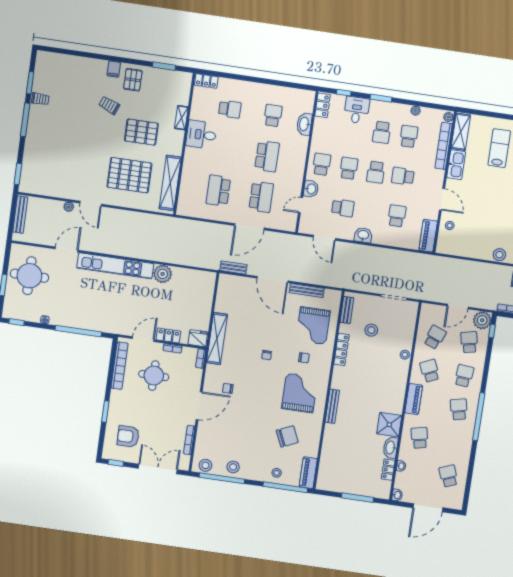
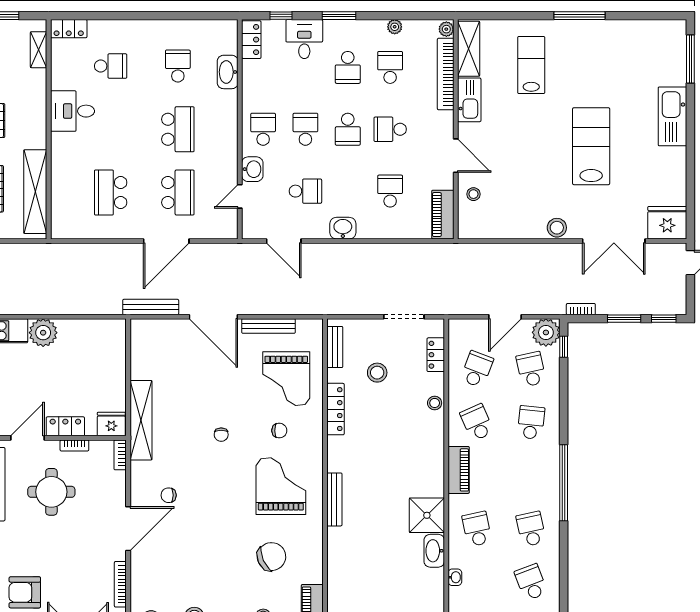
shelving: (181, 118) -> (39, 50), moved
bench: (233, 268) -> (151, 307), width x1.36
school desk: (459, 409) -> (531, 529), moved
locker: (388, 470) -> (436, 355), moved

